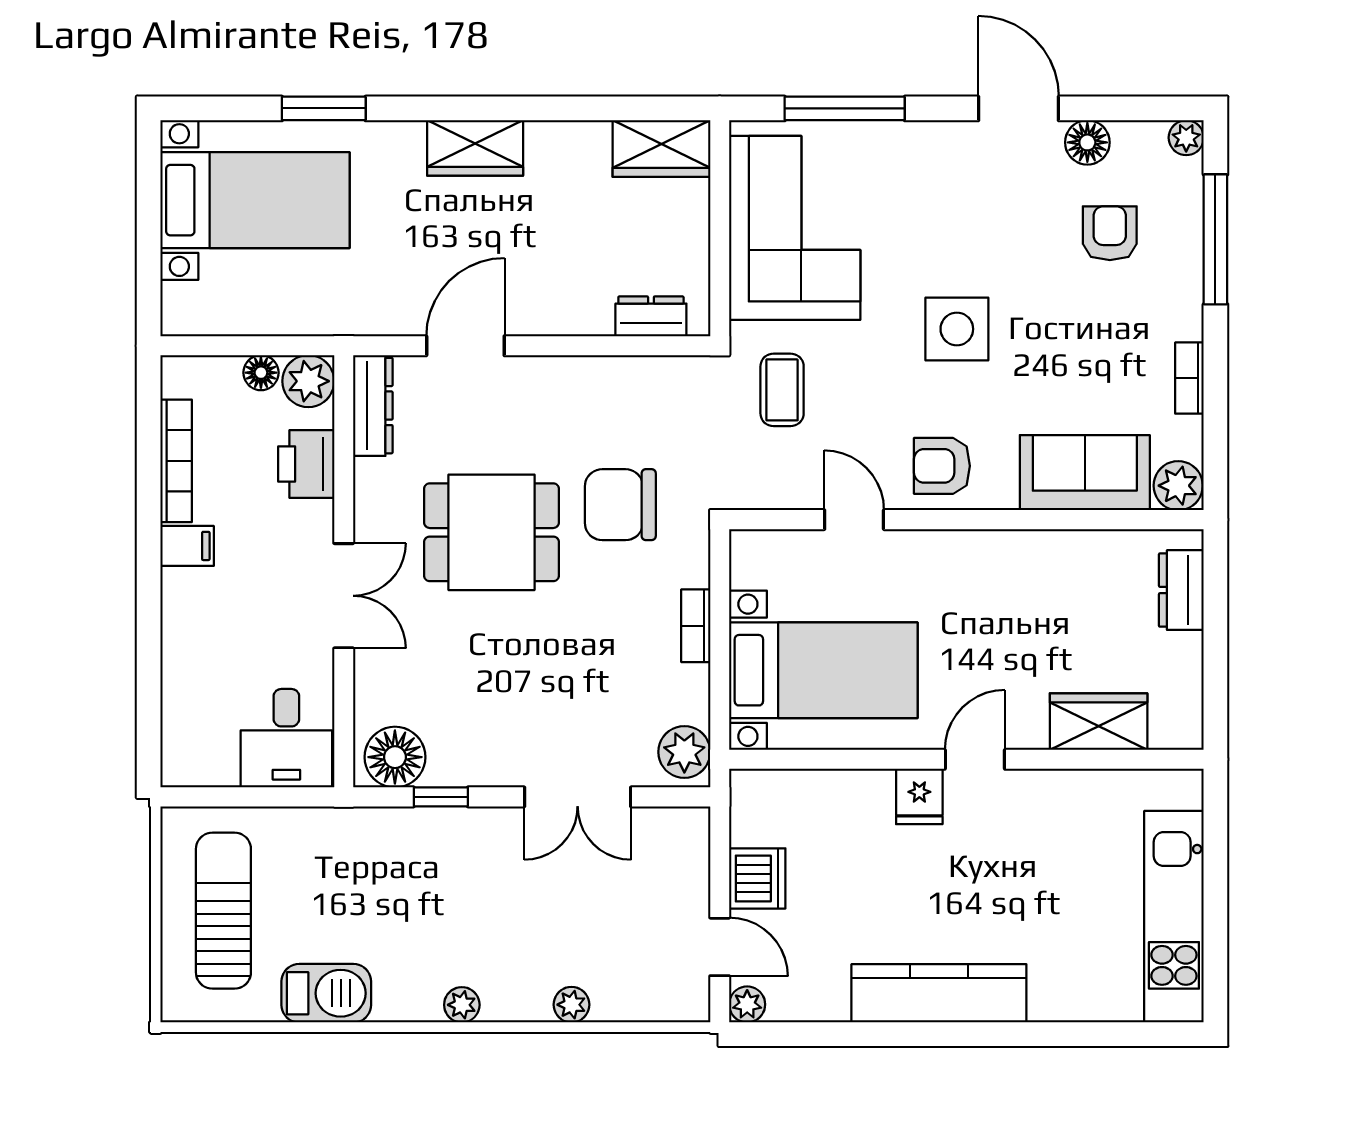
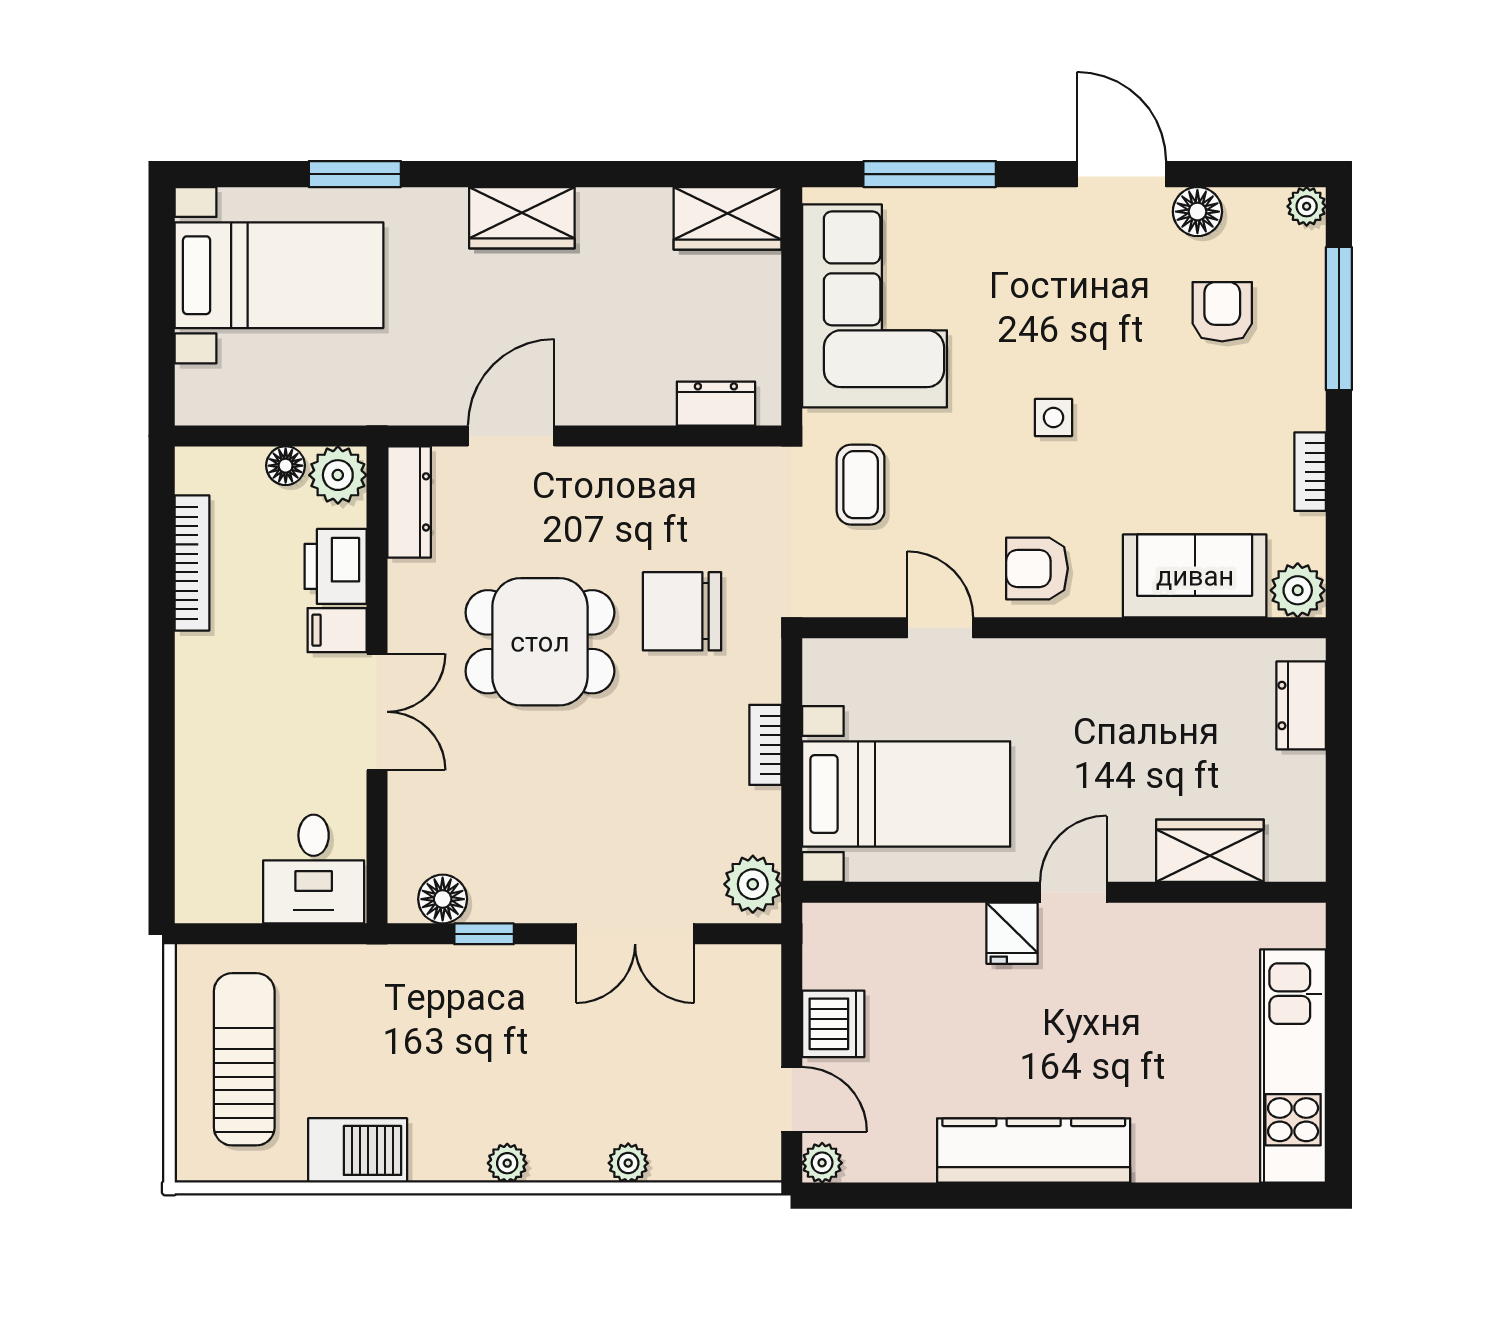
side table: (957, 329) -> (1053, 417), width x0.54, depth x0.54
filing cabinet: (187, 546) -> (337, 630), moved, turned 180
floor lamp: (395, 757) -> (443, 899), width x0.73, depth x0.73

